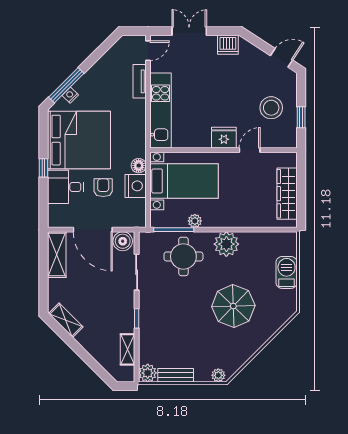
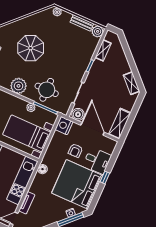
floor lamp: (139, 166) -> (43, 169), moved
nightstand: (136, 186) -> (64, 126), moved

